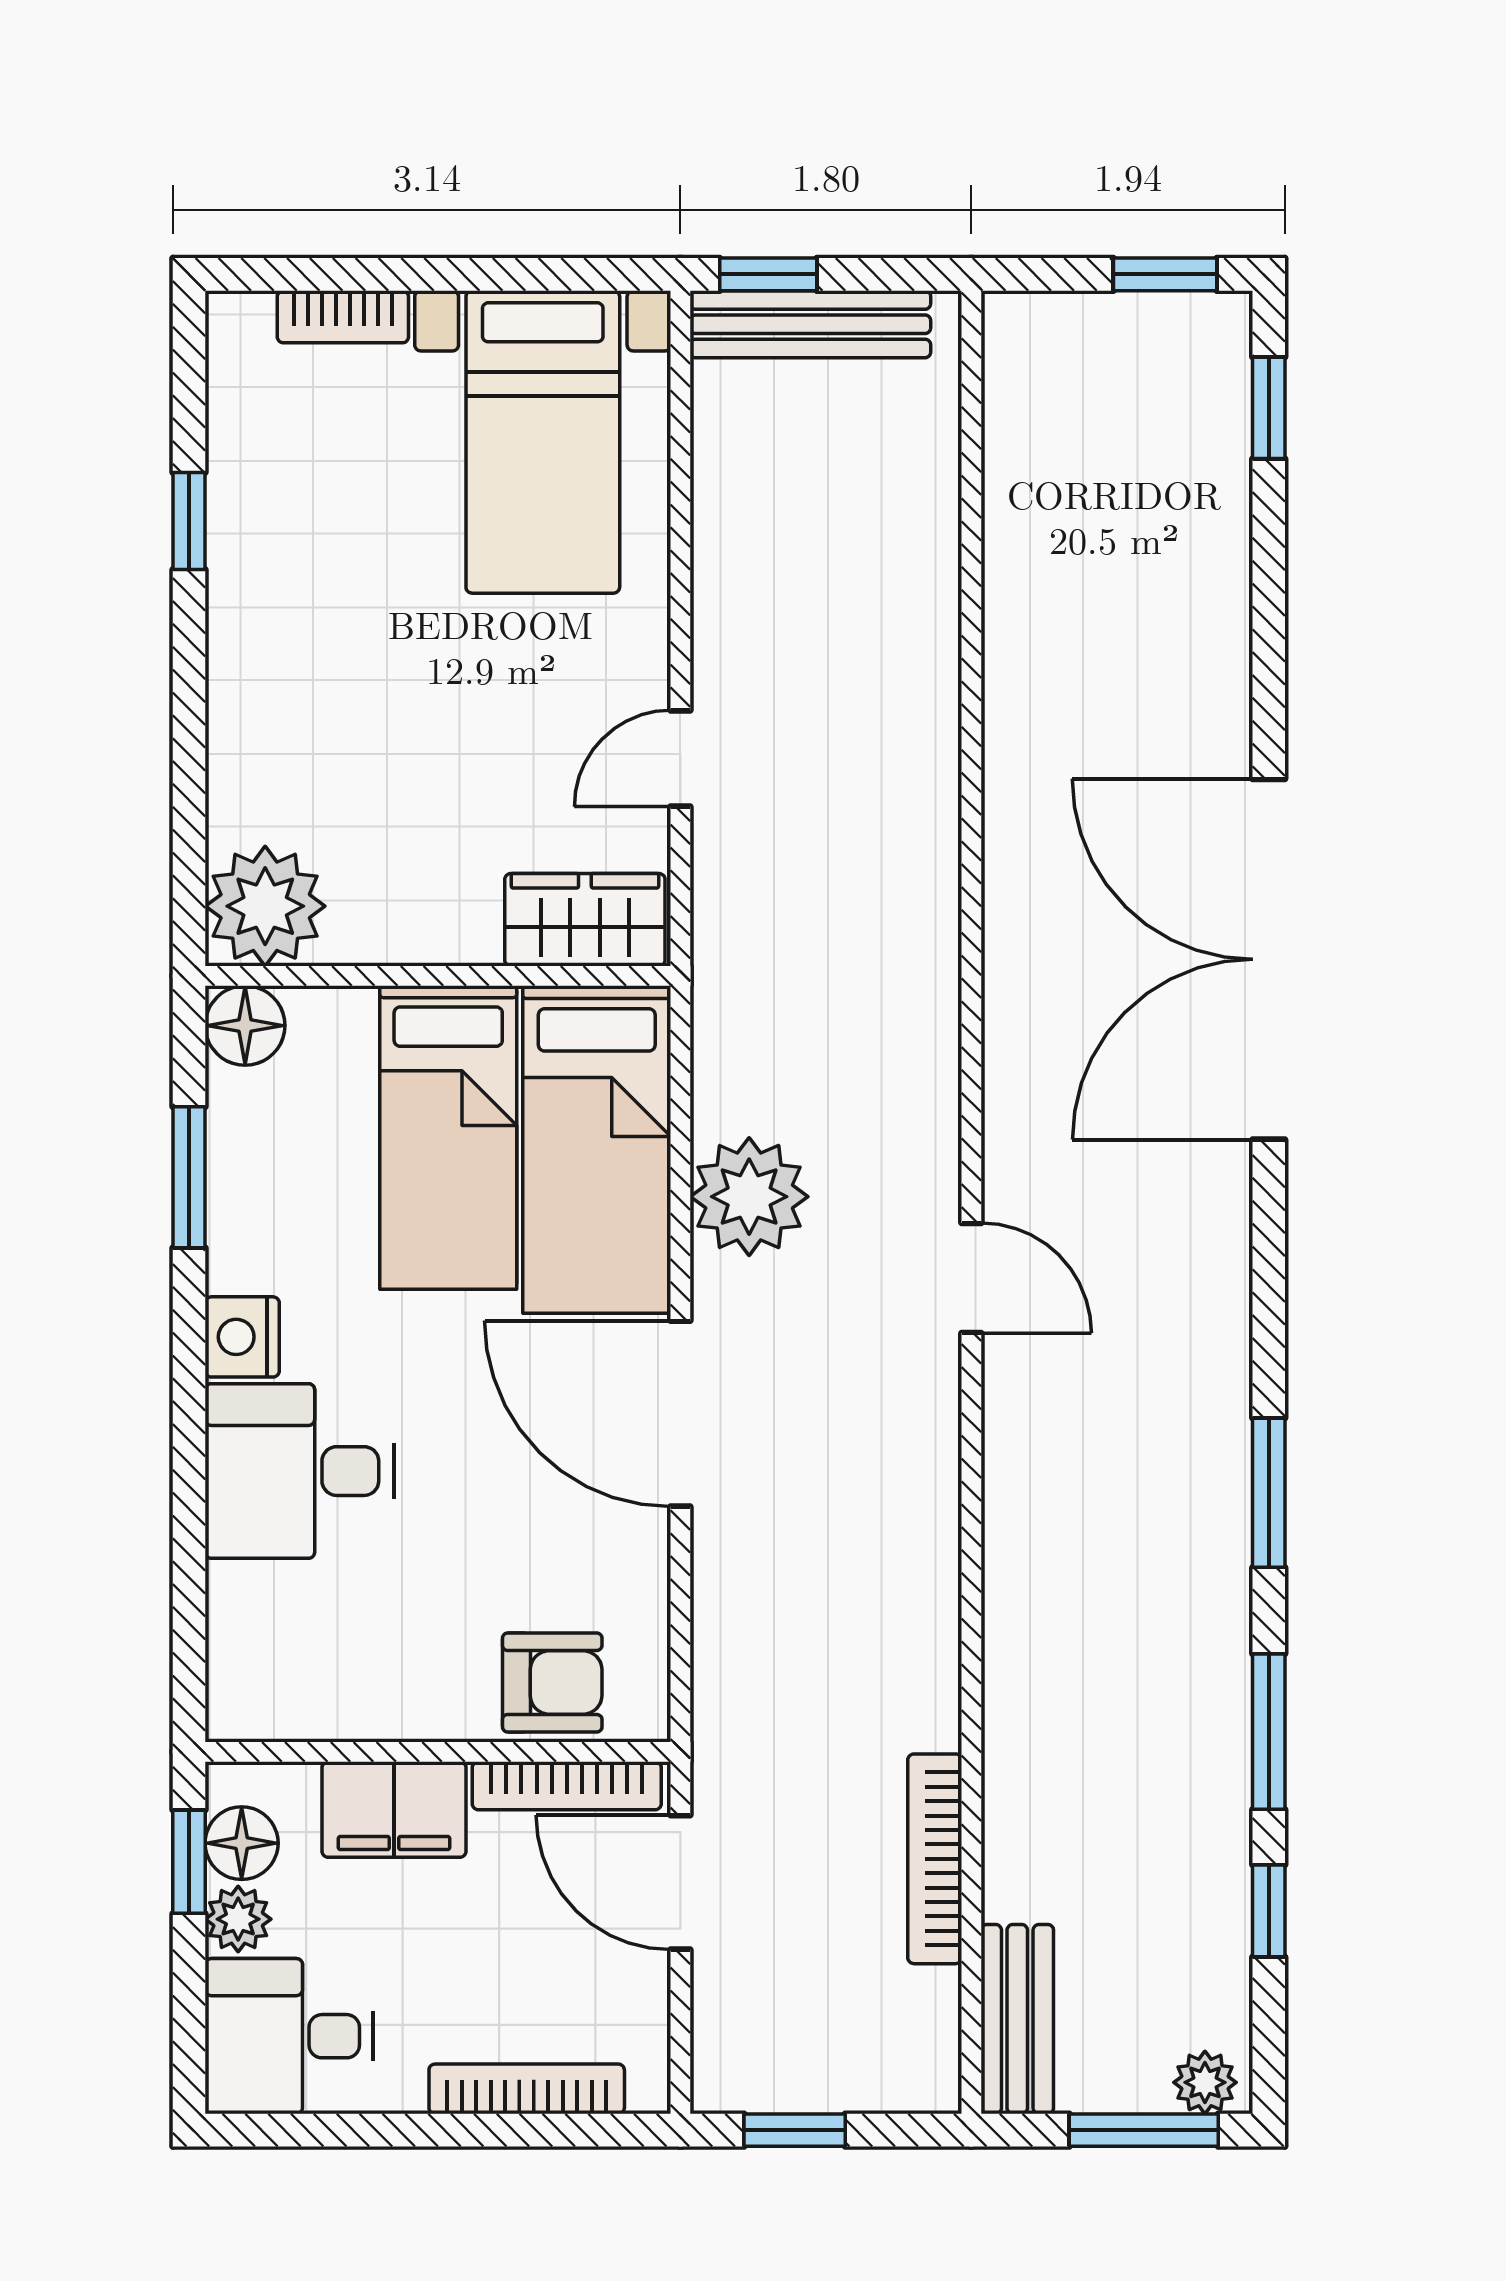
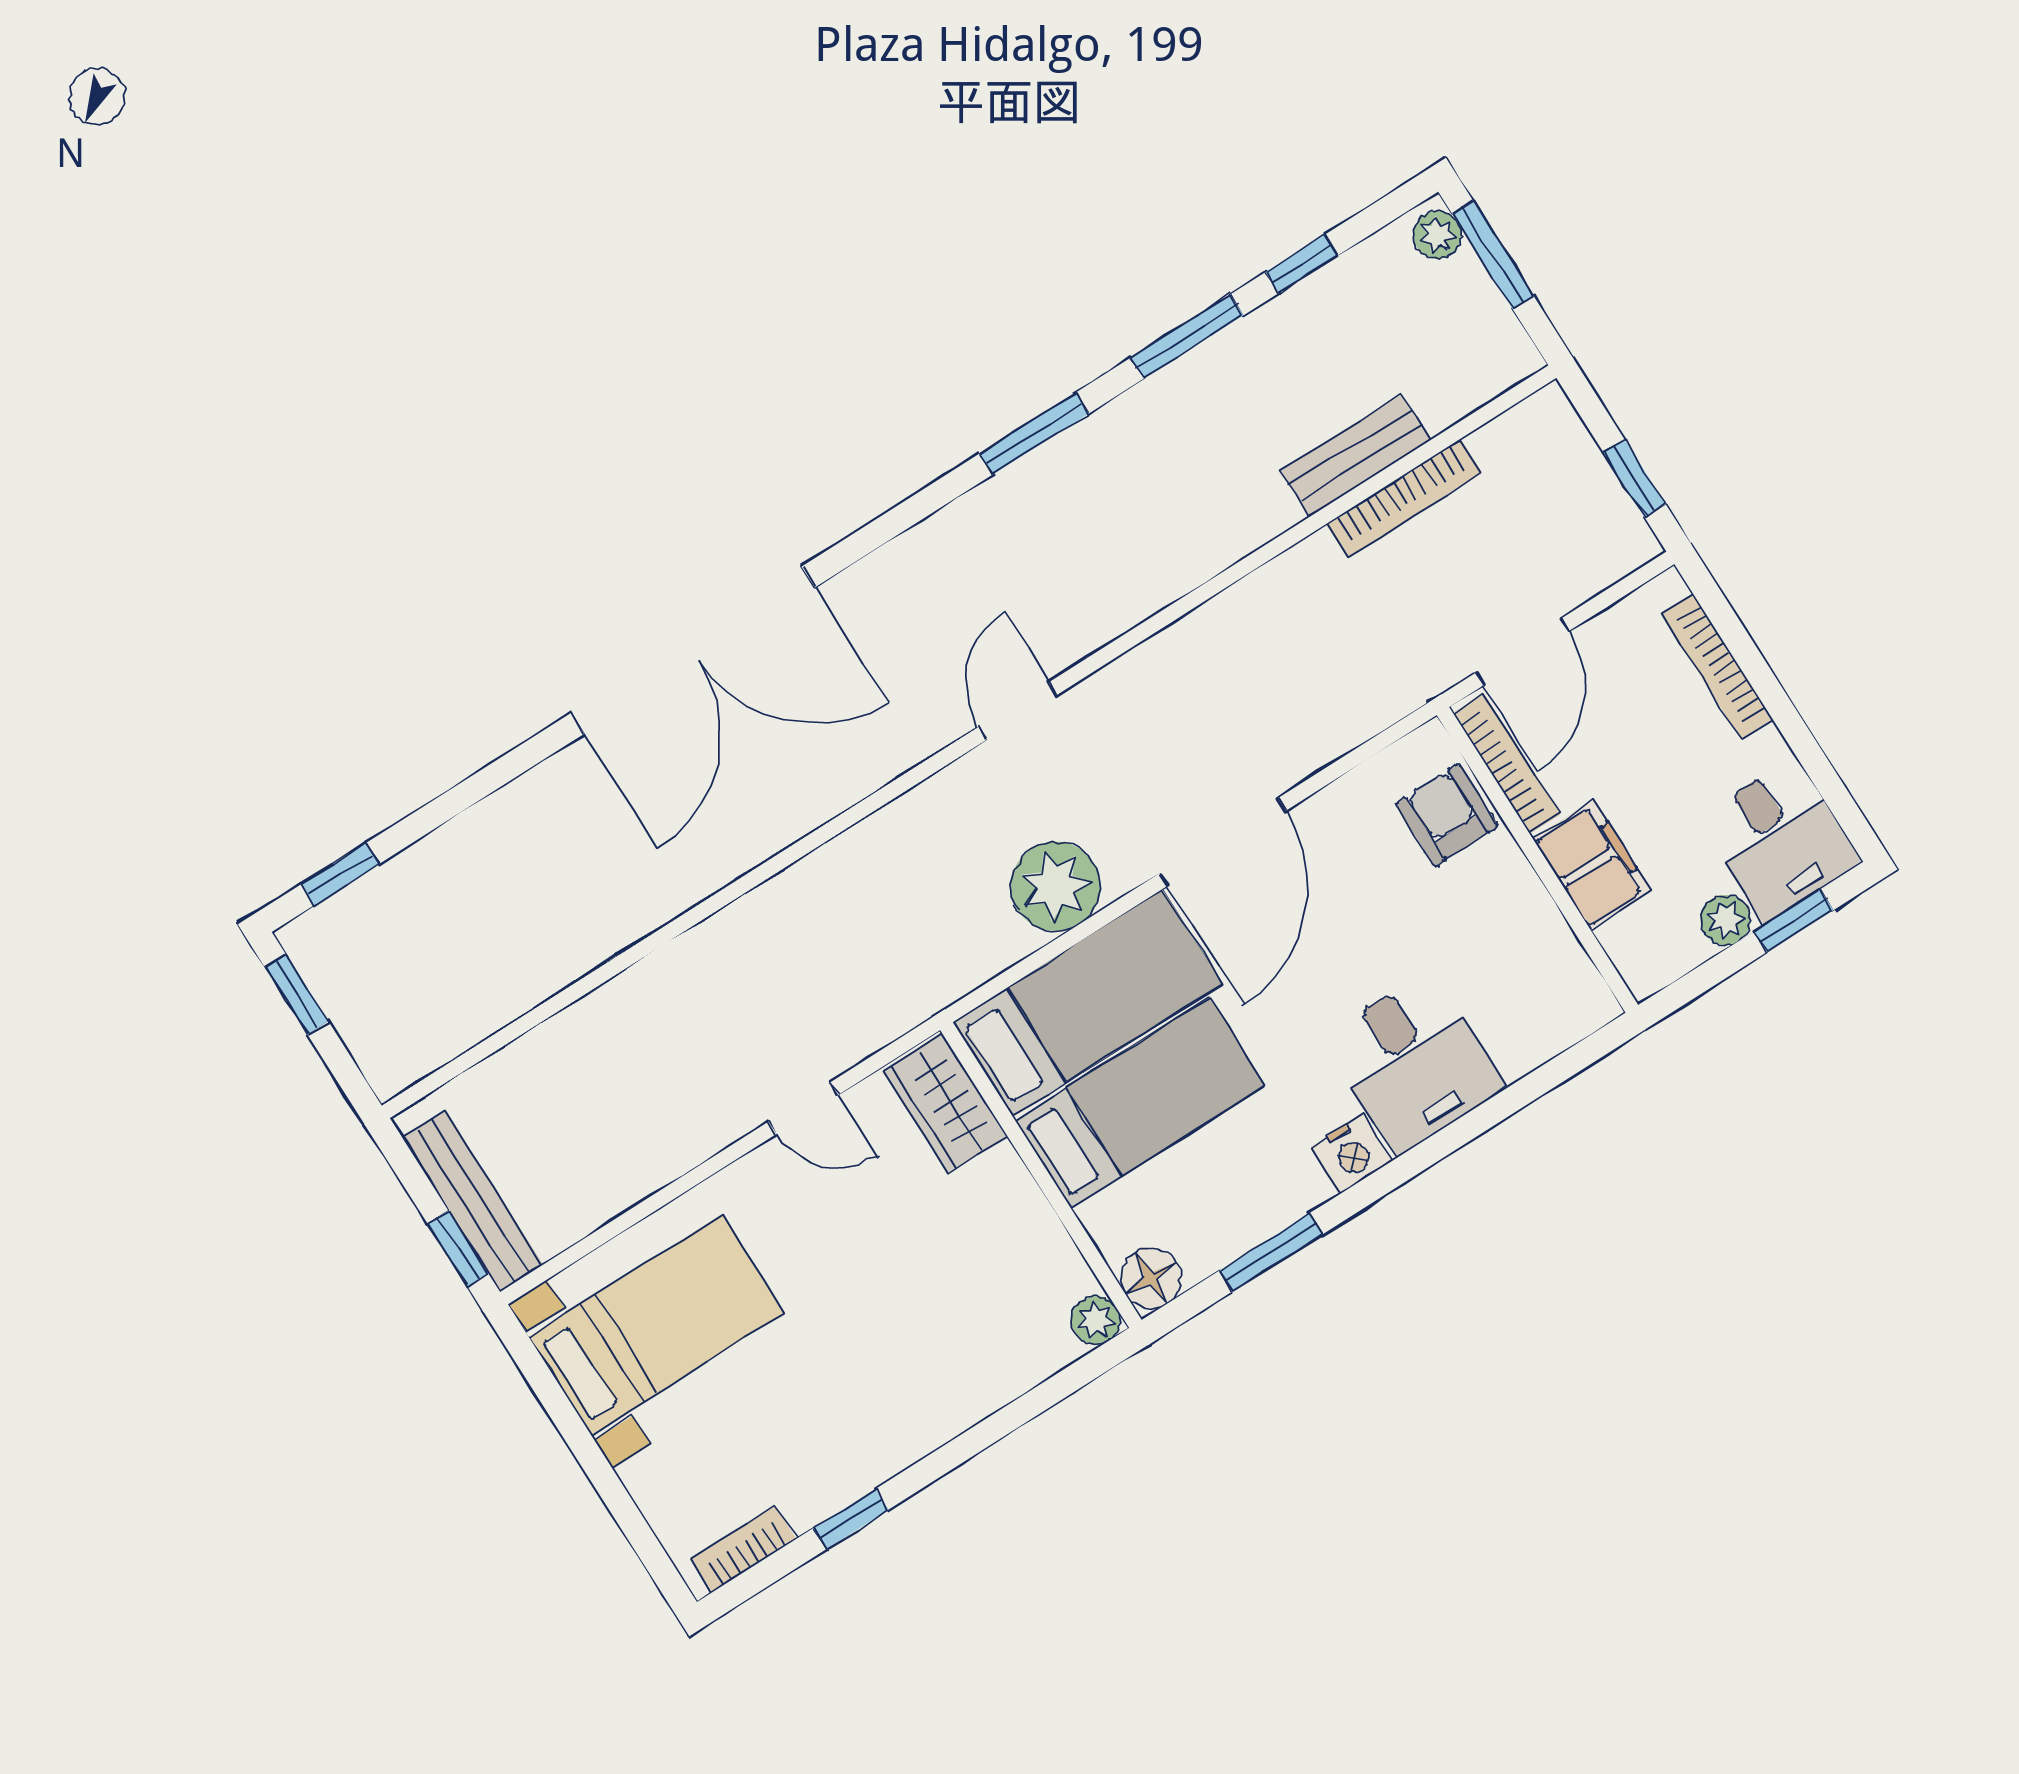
bookcase: (343, 317) -> (744, 1549), moved, turned -90
plant: (265, 906) -> (1096, 1320), width x0.53, depth x0.53
floor lamp: (242, 1843) -> (1675, 948), removed
window: (189, 1862) -> (1794, 921), moved
bench: (1017, 2019) -> (1355, 455), moved

